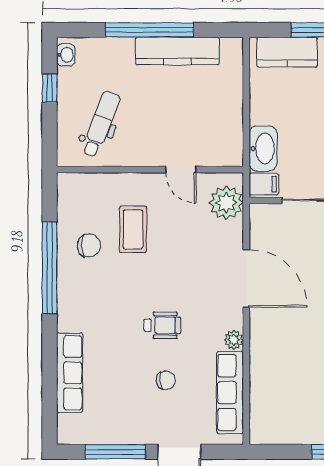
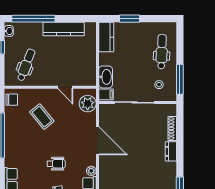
window: (150, 30) -> (33, 19), moved
kitchen counter: (287, 52) -> (106, 37), moved, turned -90
coffee table: (133, 229) -> (42, 117), turned -39
chair: (89, 245) -> (12, 100), moved

